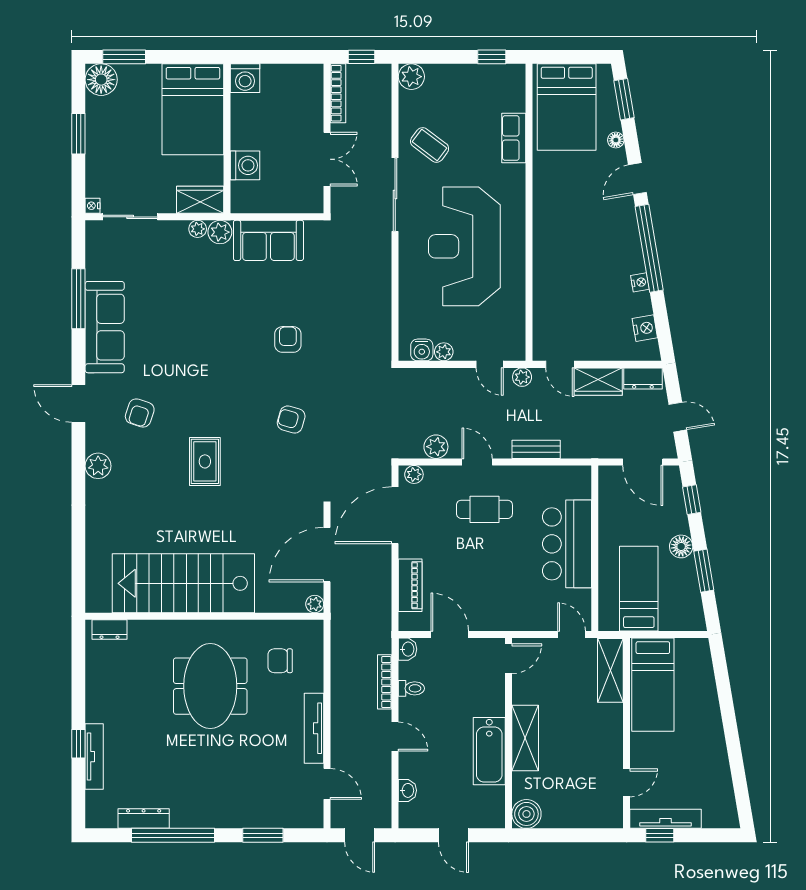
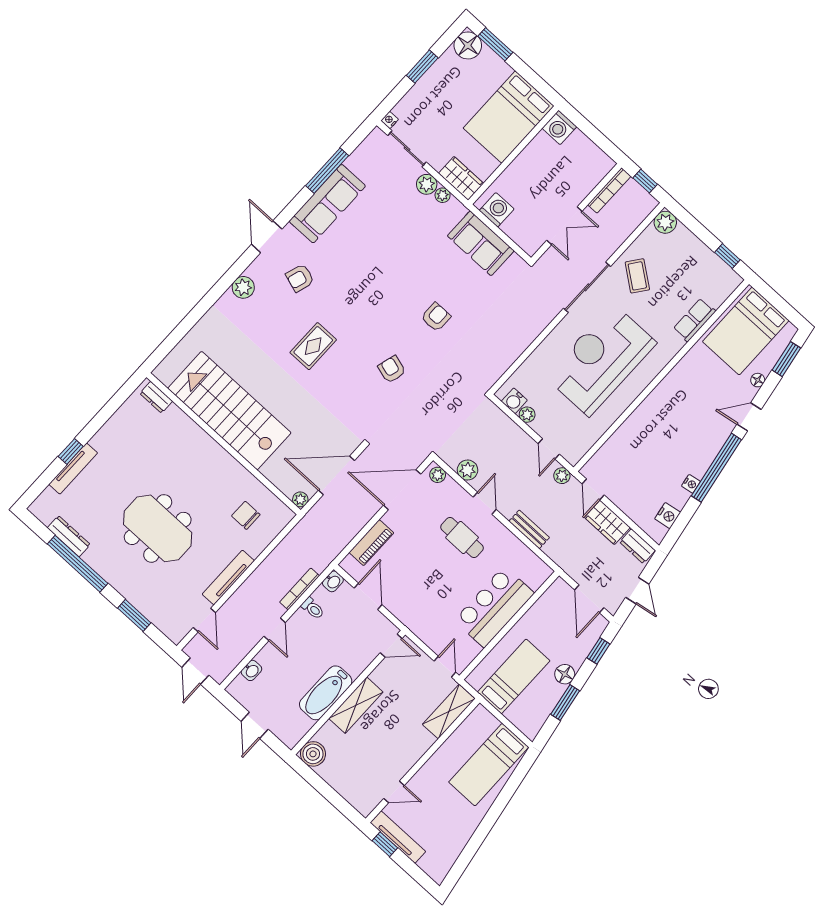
washing machine: (245, 165) -> (497, 210), moved, turned -90
plant: (220, 232) -> (427, 184), moved
bed: (653, 685) -> (489, 765), moved
meeting table: (210, 686) -> (158, 528), moved, turned 90

